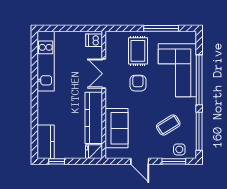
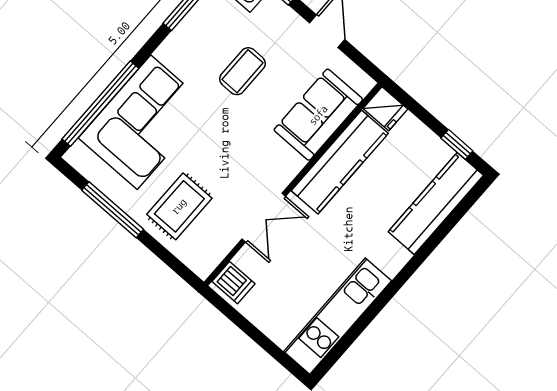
window: (199, 80) -> (100, 104), moved
armchair: (138, 83) -> (223, 156), removed
coffee table: (168, 125) -> (242, 71), moved, turned -58
kitchen counter: (46, 142) -> (436, 203), width x1.50

